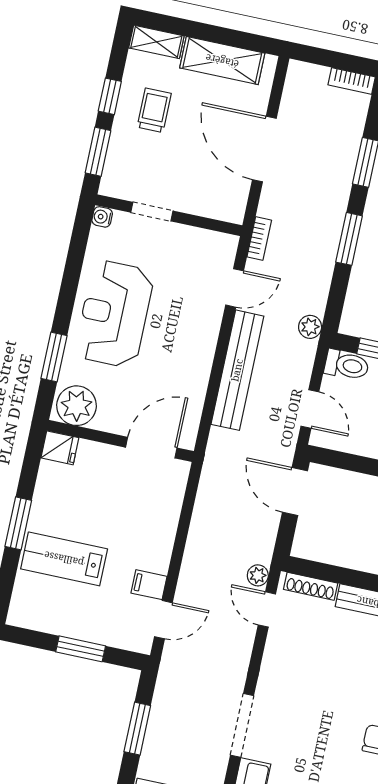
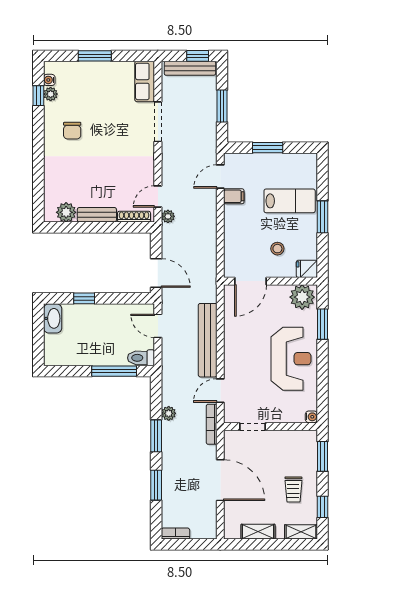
shelving: (222, 61) -> (258, 532), width x0.67, depth x0.75
window: (110, 96) -> (322, 507), moved
doorway: (152, 212) -> (253, 427), moved
bookcase: (259, 239) -> (212, 424), width x1.56
plant: (310, 327) -> (169, 413), moved
stool: (99, 489) -> (277, 249), added
door: (267, 609) -> (158, 197), swing flipped

